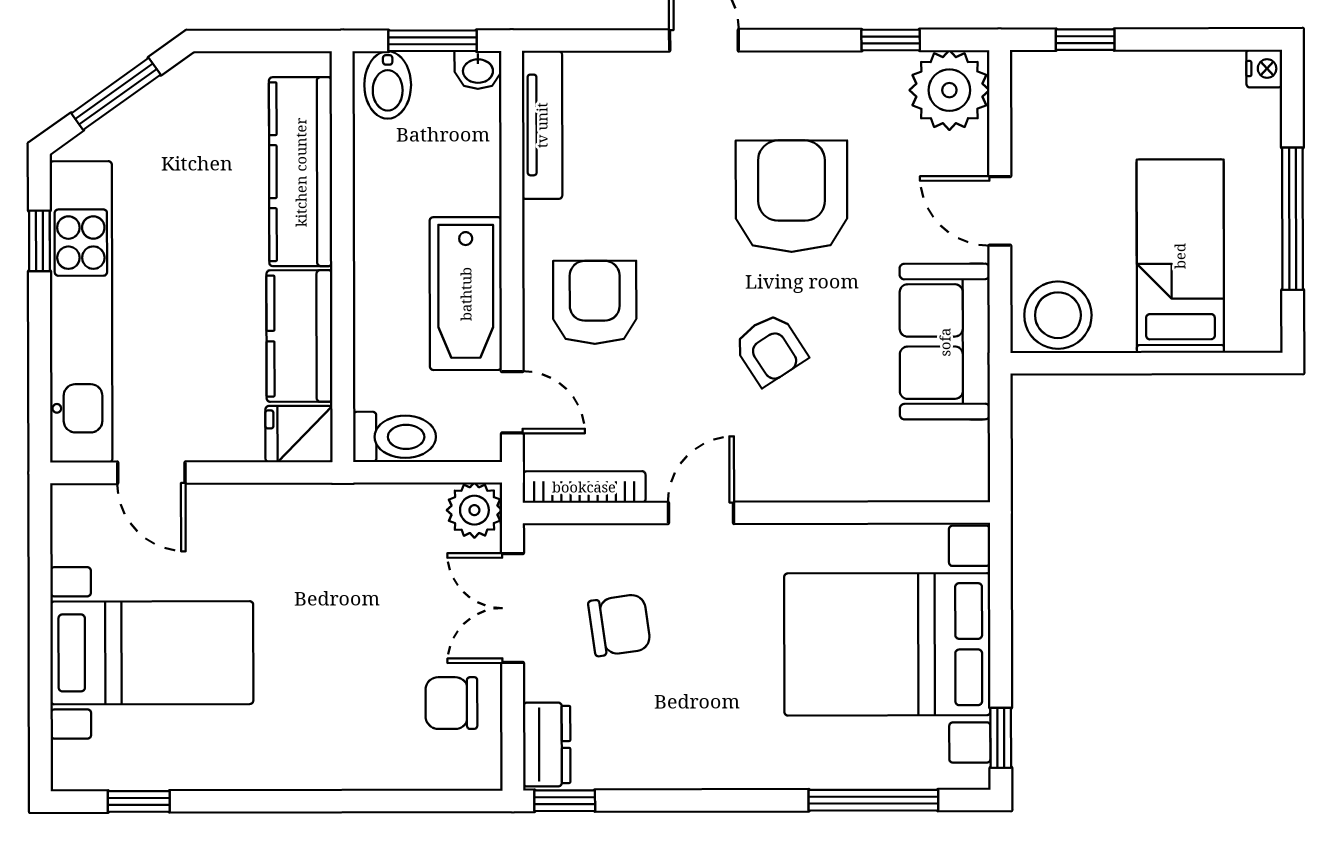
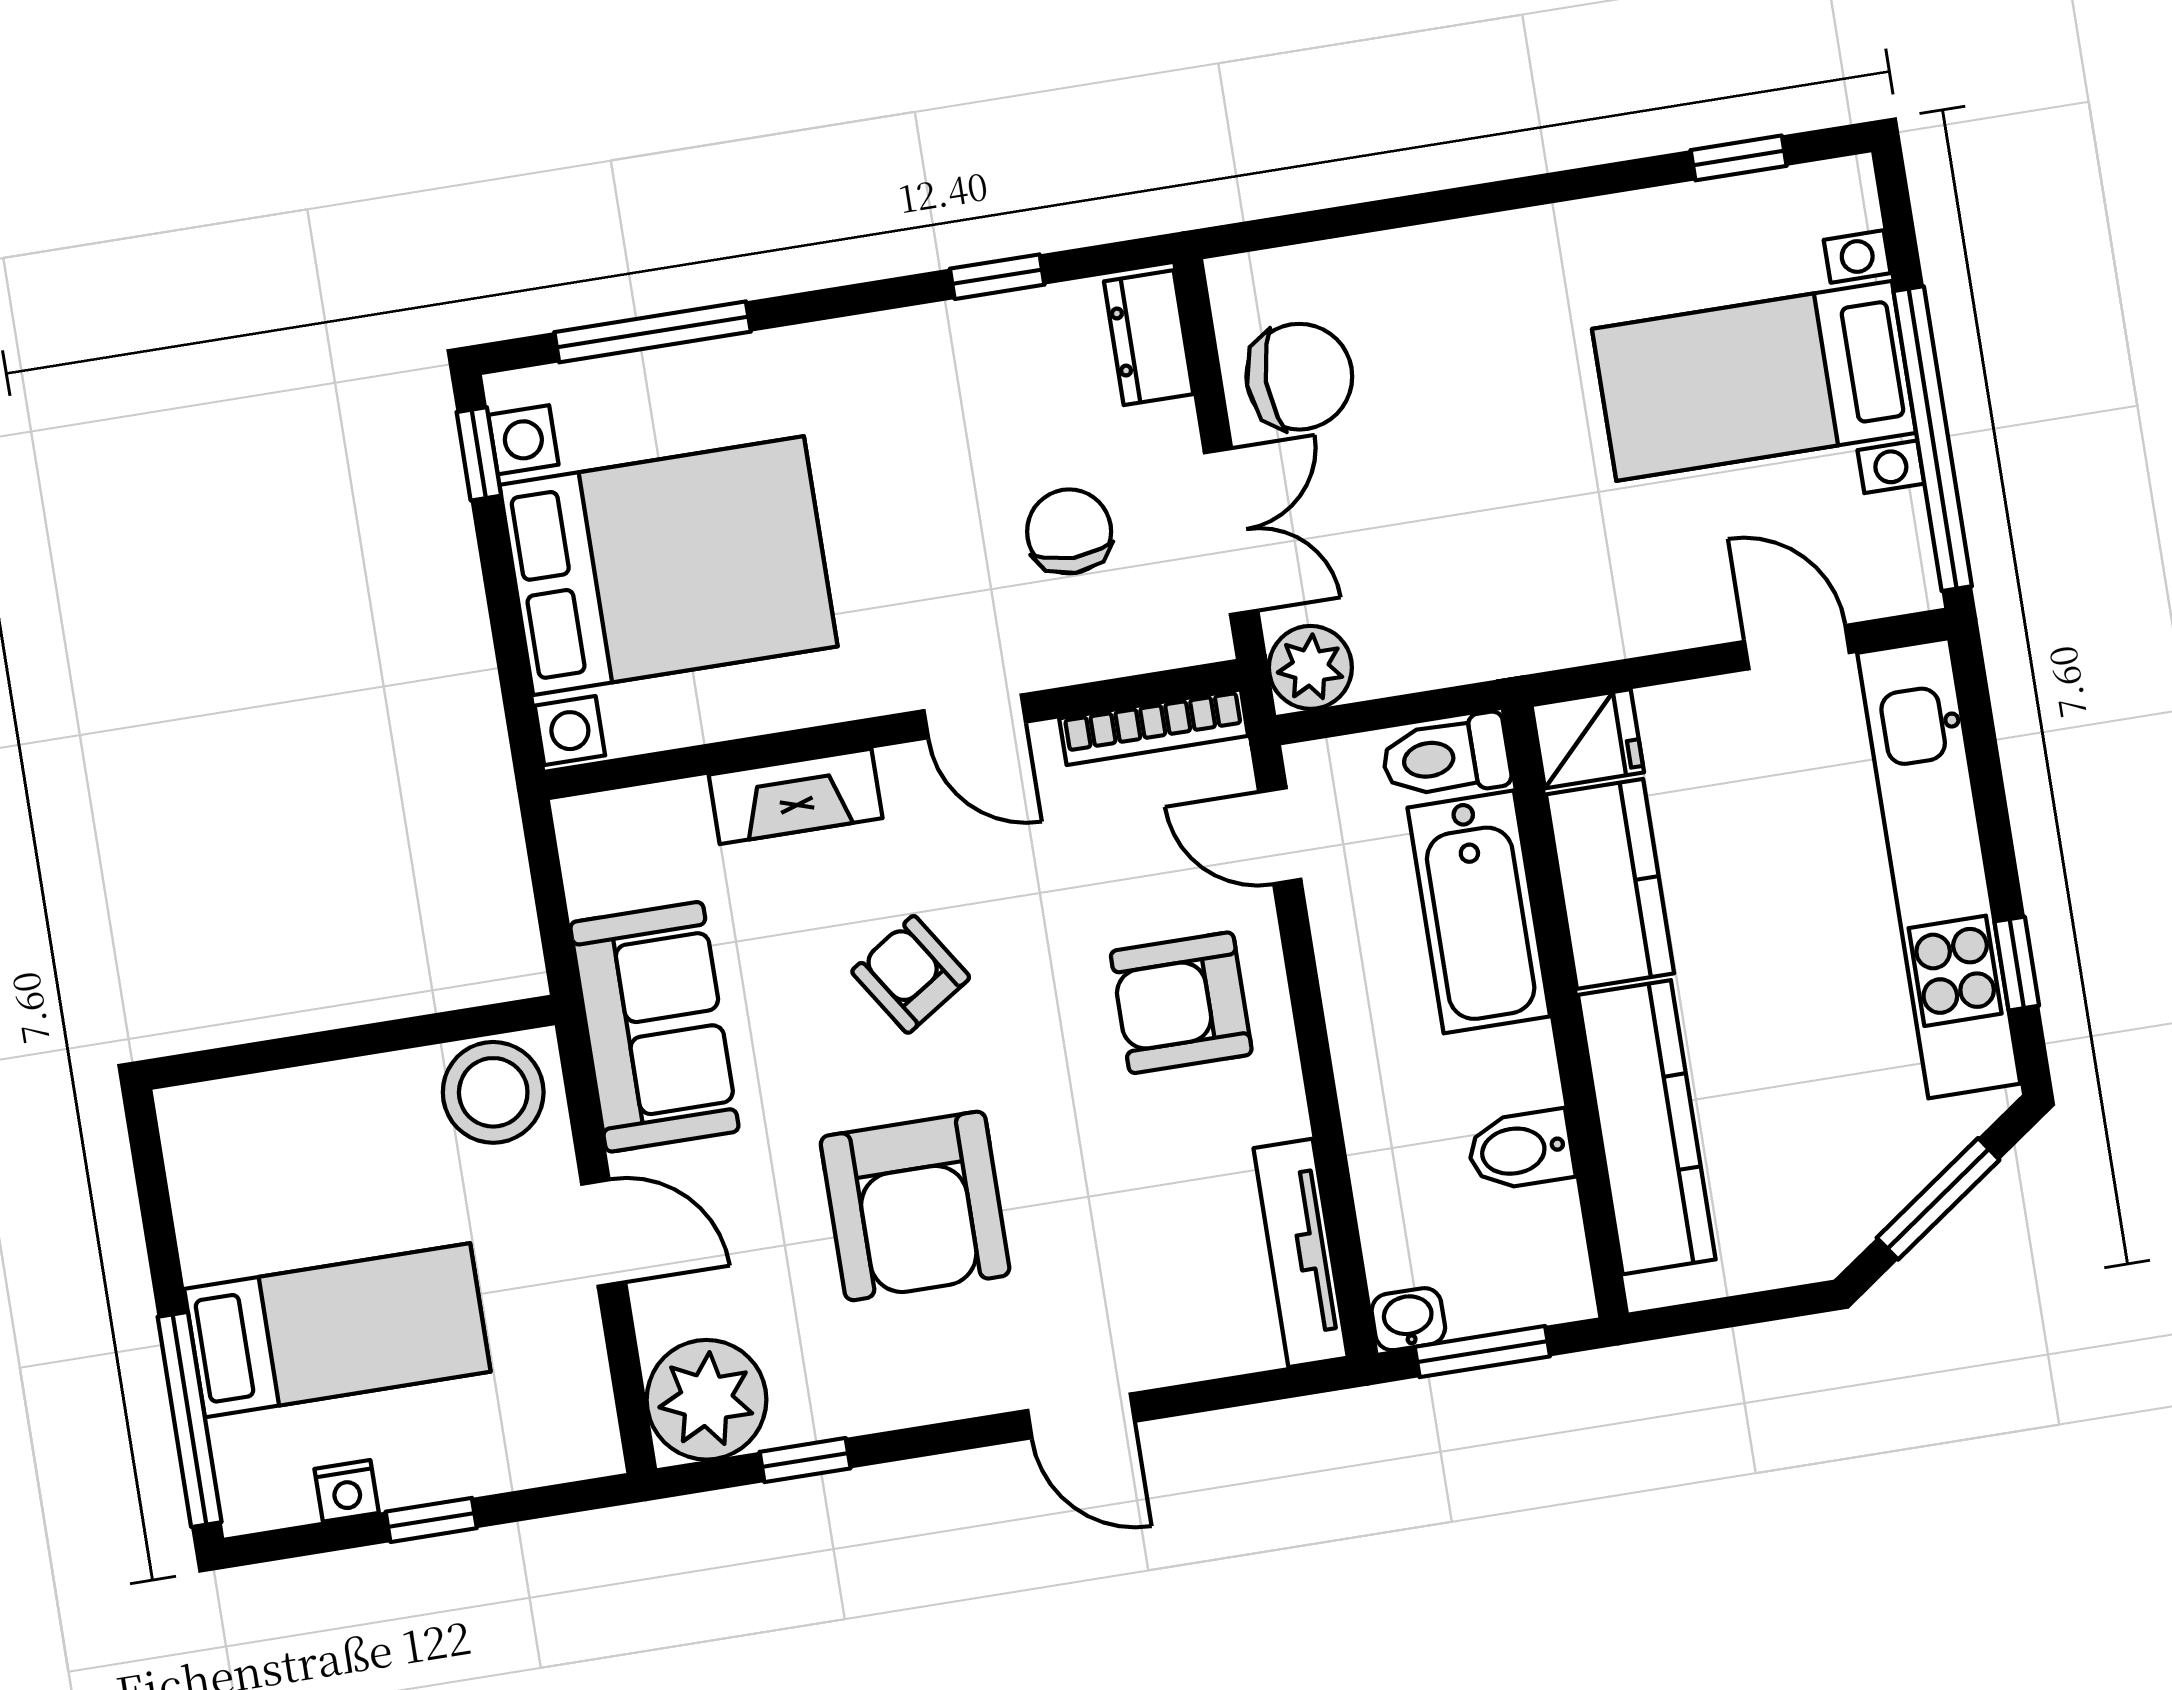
window: (1085, 40) -> (431, 1520), moved
nightstand: (1264, 69) -> (347, 1491), moved, turned -90
bidet: (388, 85) -> (1520, 1150), moved, turned -90
window: (1293, 219) -> (190, 1419), moved
bed: (1180, 256) -> (337, 1330), moved, turned -90
bathtub: (466, 294) -> (1479, 912), moved, turned 180
armchair: (595, 302) -> (1181, 1003), turned 90
fireplace: (828, 479) -> (796, 796), added
door: (701, 513) -> (975, 716), hinge flipped
window: (40, 596) -> (1933, 439), added
chair: (619, 625) -> (1069, 531), turned 98
chair: (451, 703) -> (1299, 377), width x1.37, depth x1.37
window: (565, 801) -> (997, 277), moved

